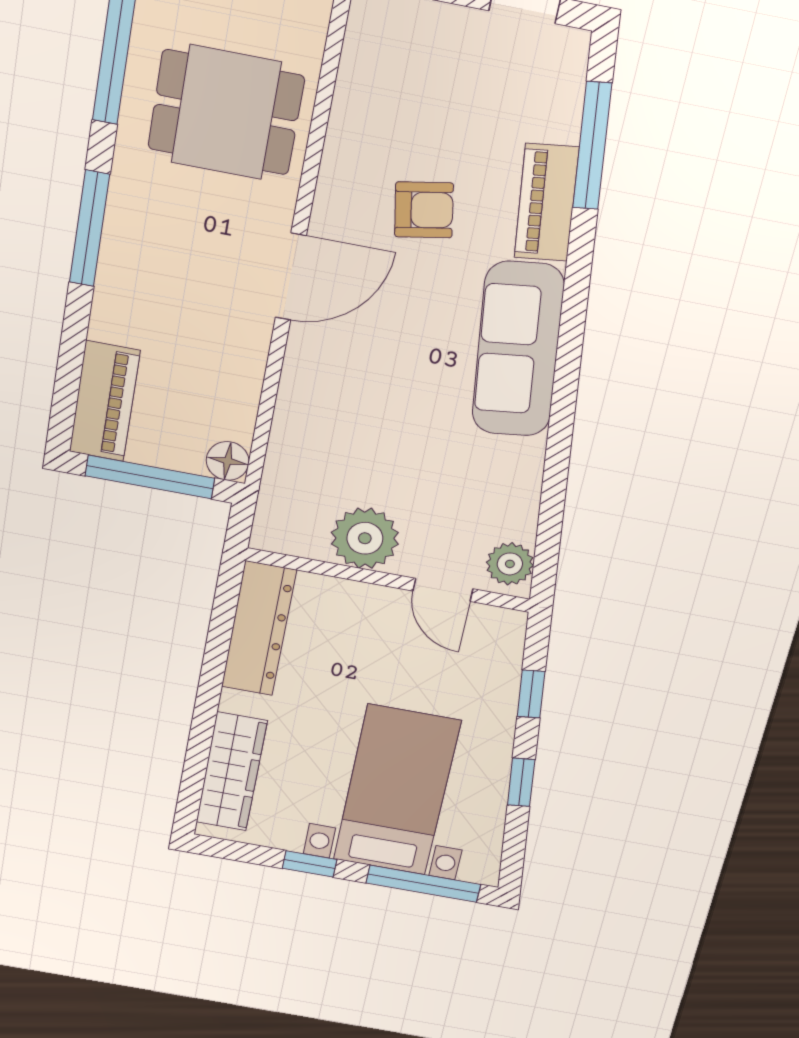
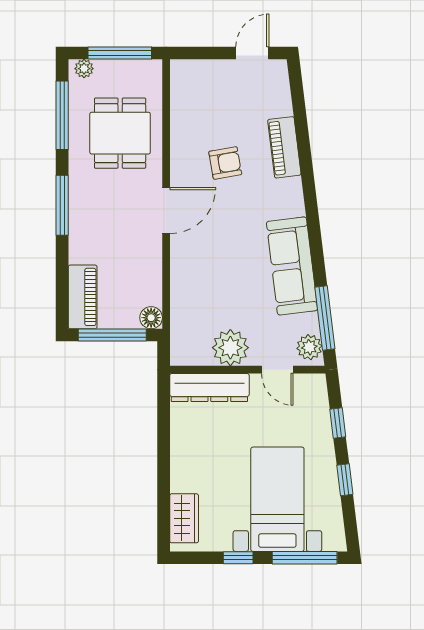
dining table: (226, 113) -> (120, 133), turned 90
window: (592, 146) -> (325, 318), moved
sofa: (518, 350) -> (292, 266), moved
dresser: (259, 629) -> (209, 388), moved, turned 90
wardrobe: (231, 772) -> (184, 518), width x0.67

